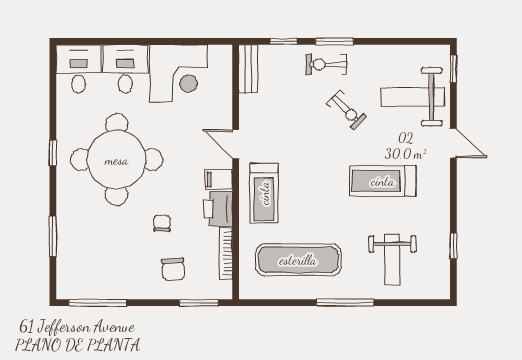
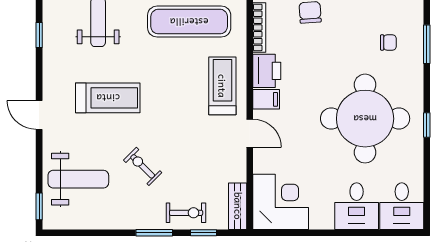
exercise bike: (326, 64) -> (186, 213), moved
corner desk: (178, 73) -> (281, 202), moved, turned 90
door: (453, 143) -> (39, 115), moved
chair: (162, 223) -> (388, 42), moved, turned -90

